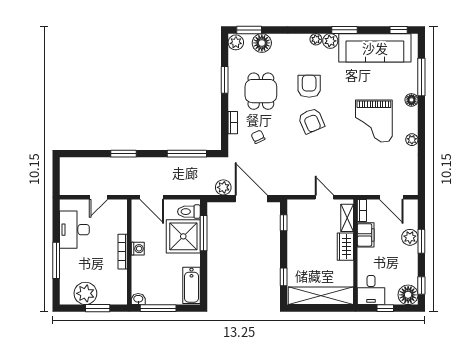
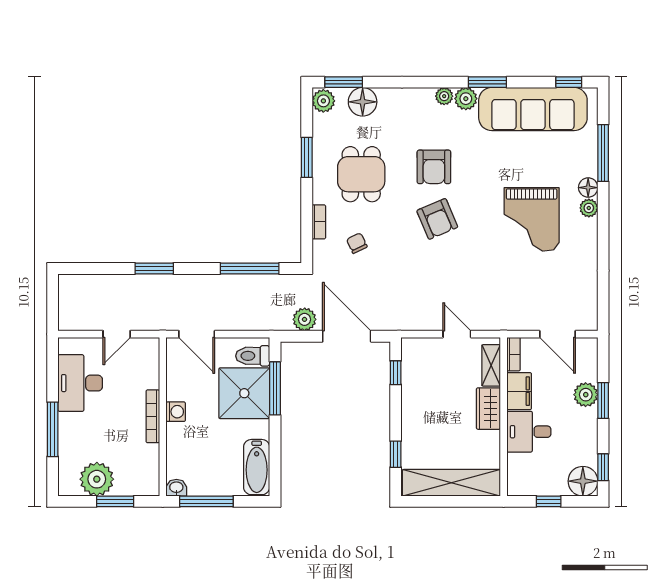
armchair: (309, 86) -> (434, 167), turned 180
plant: (412, 140) -> (589, 208), moved
desk: (371, 290) -> (529, 432), moved, turned 90

